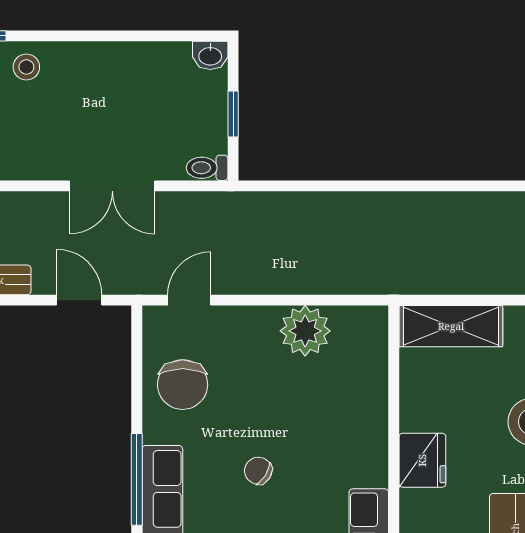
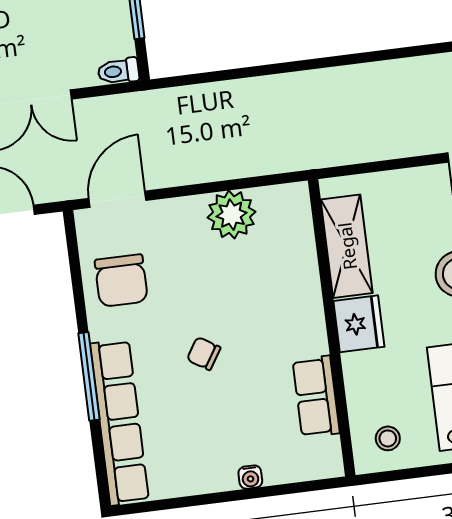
door: (189, 300) -> (117, 199), width x1.38
shelving: (451, 326) -> (347, 246), moved, turned 90

